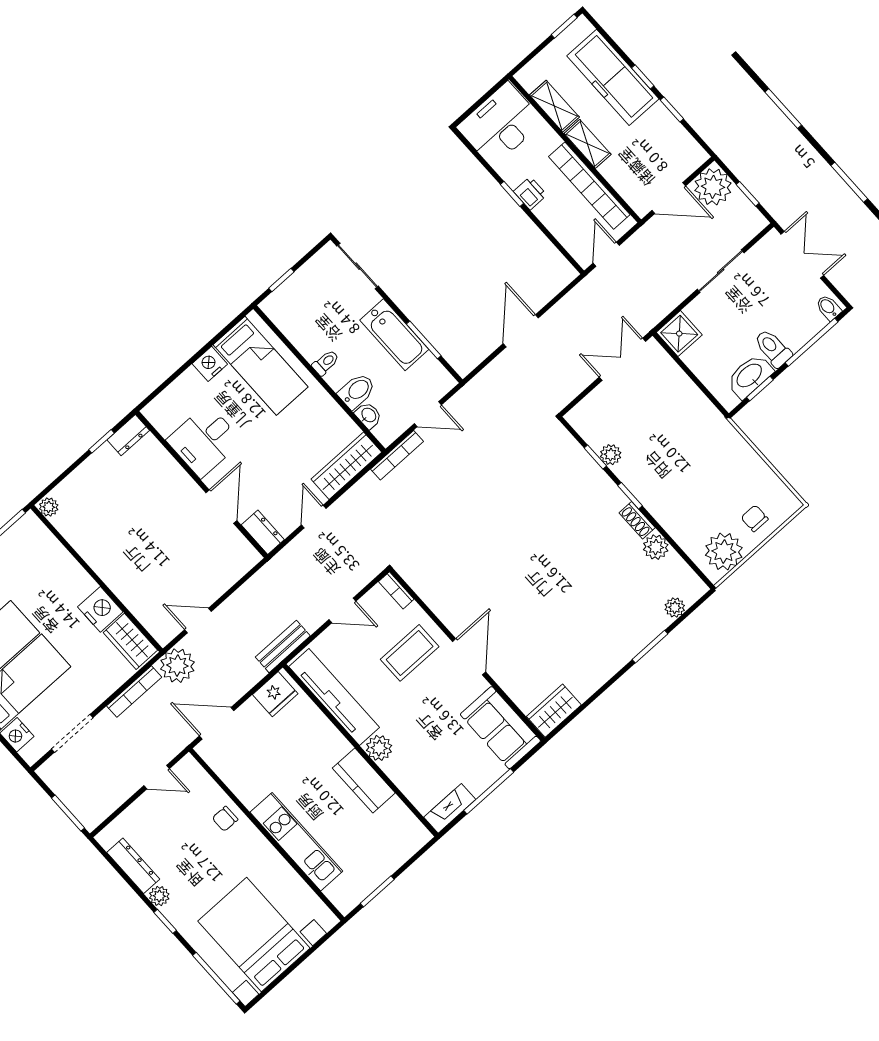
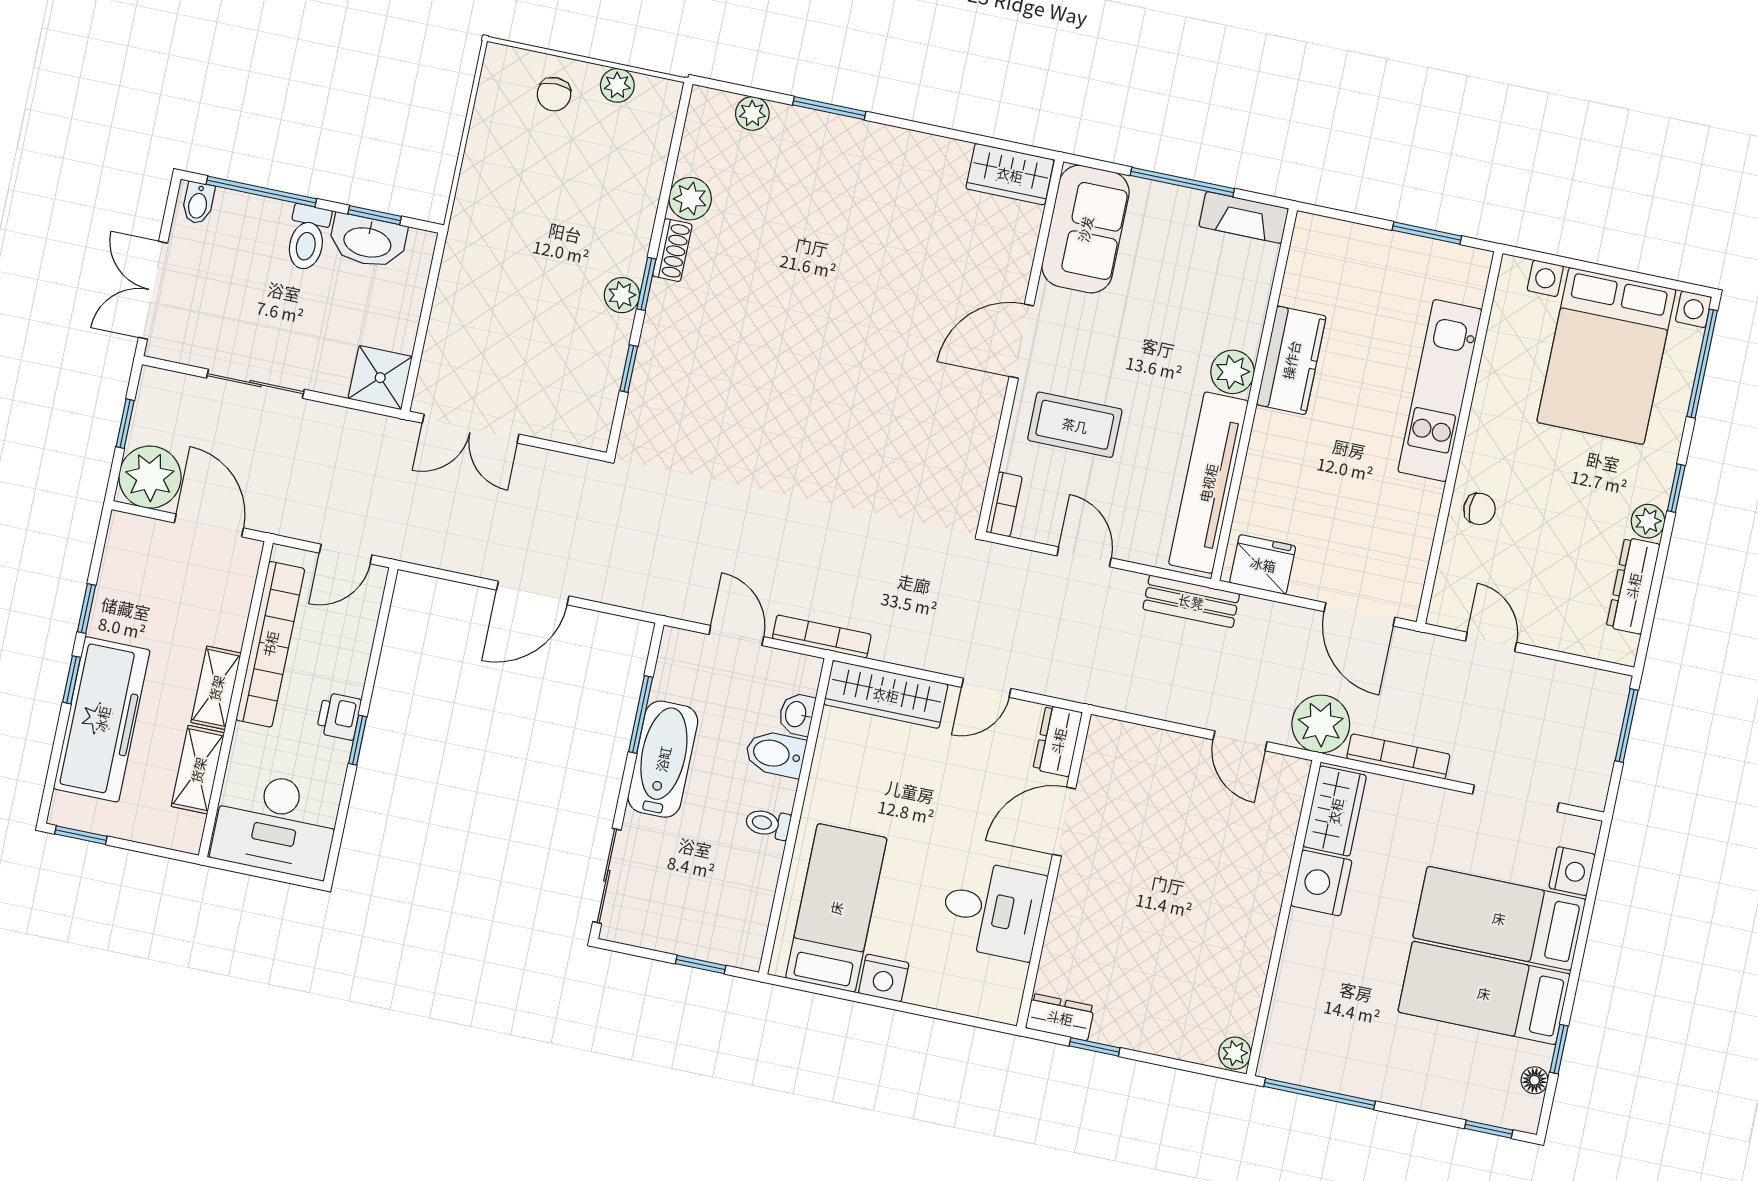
plant: (611, 455) -> (622, 295), moved
plant: (724, 551) -> (617, 85), width x0.53, depth x0.53

